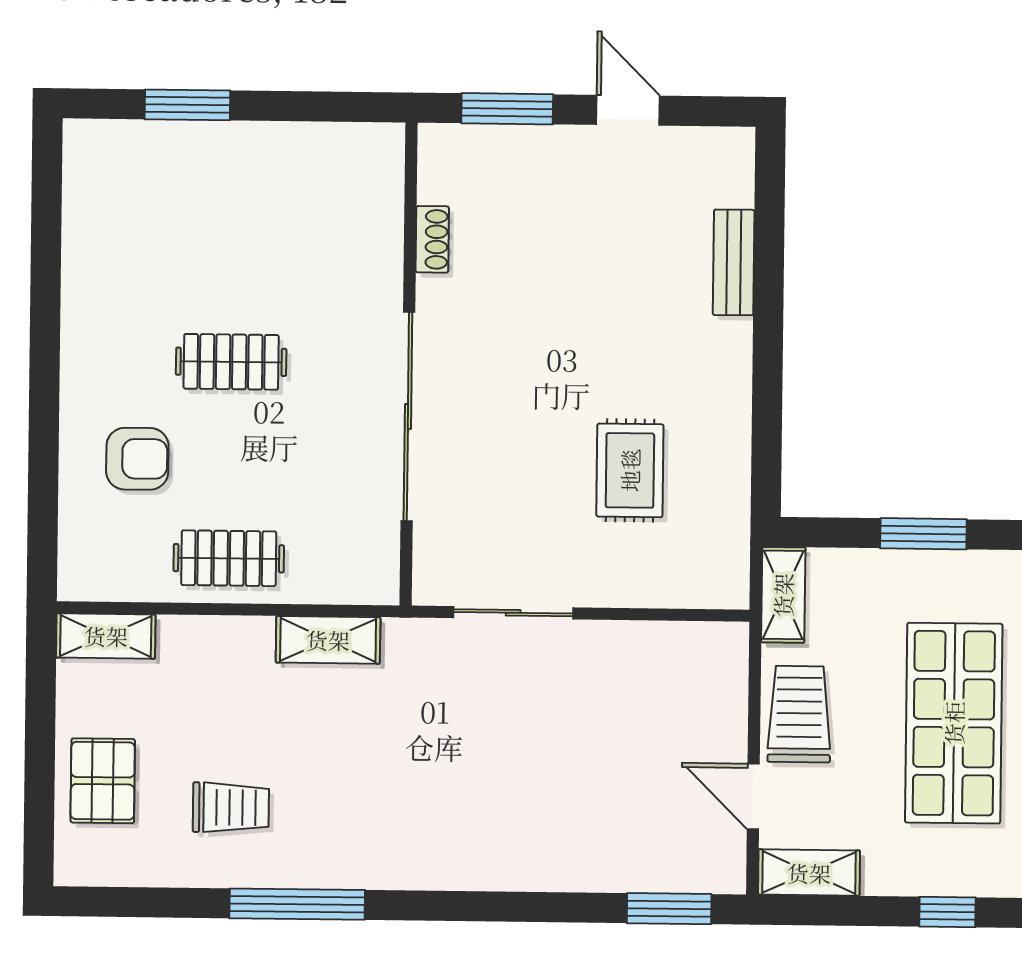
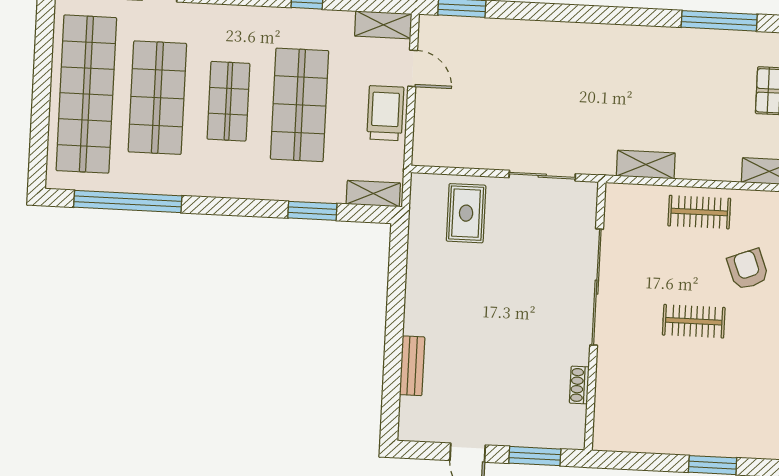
armchair: (137, 459) -> (748, 269), turned 69
rug: (630, 470) -> (466, 213), moved
shelving: (783, 595) -> (373, 194), moved, turned 90
trolley: (799, 714) -> (385, 113), turned 180
trolley: (231, 807) -> (703, 73), removed
window: (297, 904) -> (719, 21), moved

